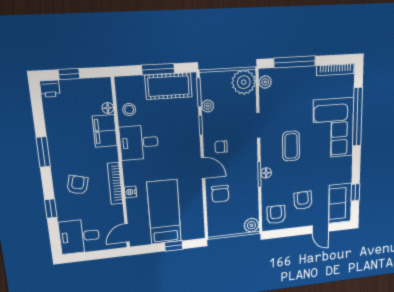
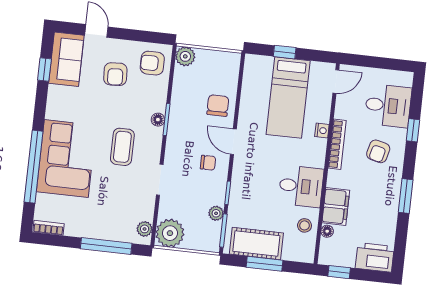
bookcase: (335, 70) -> (48, 228), width x0.64
window: (69, 74) -> (339, 272), moved
printer: (50, 89) -> (375, 257), width x1.87, depth x1.48
armchair: (276, 215) -> (152, 63), turned 90
desk: (79, 236) -> (388, 106), moved

